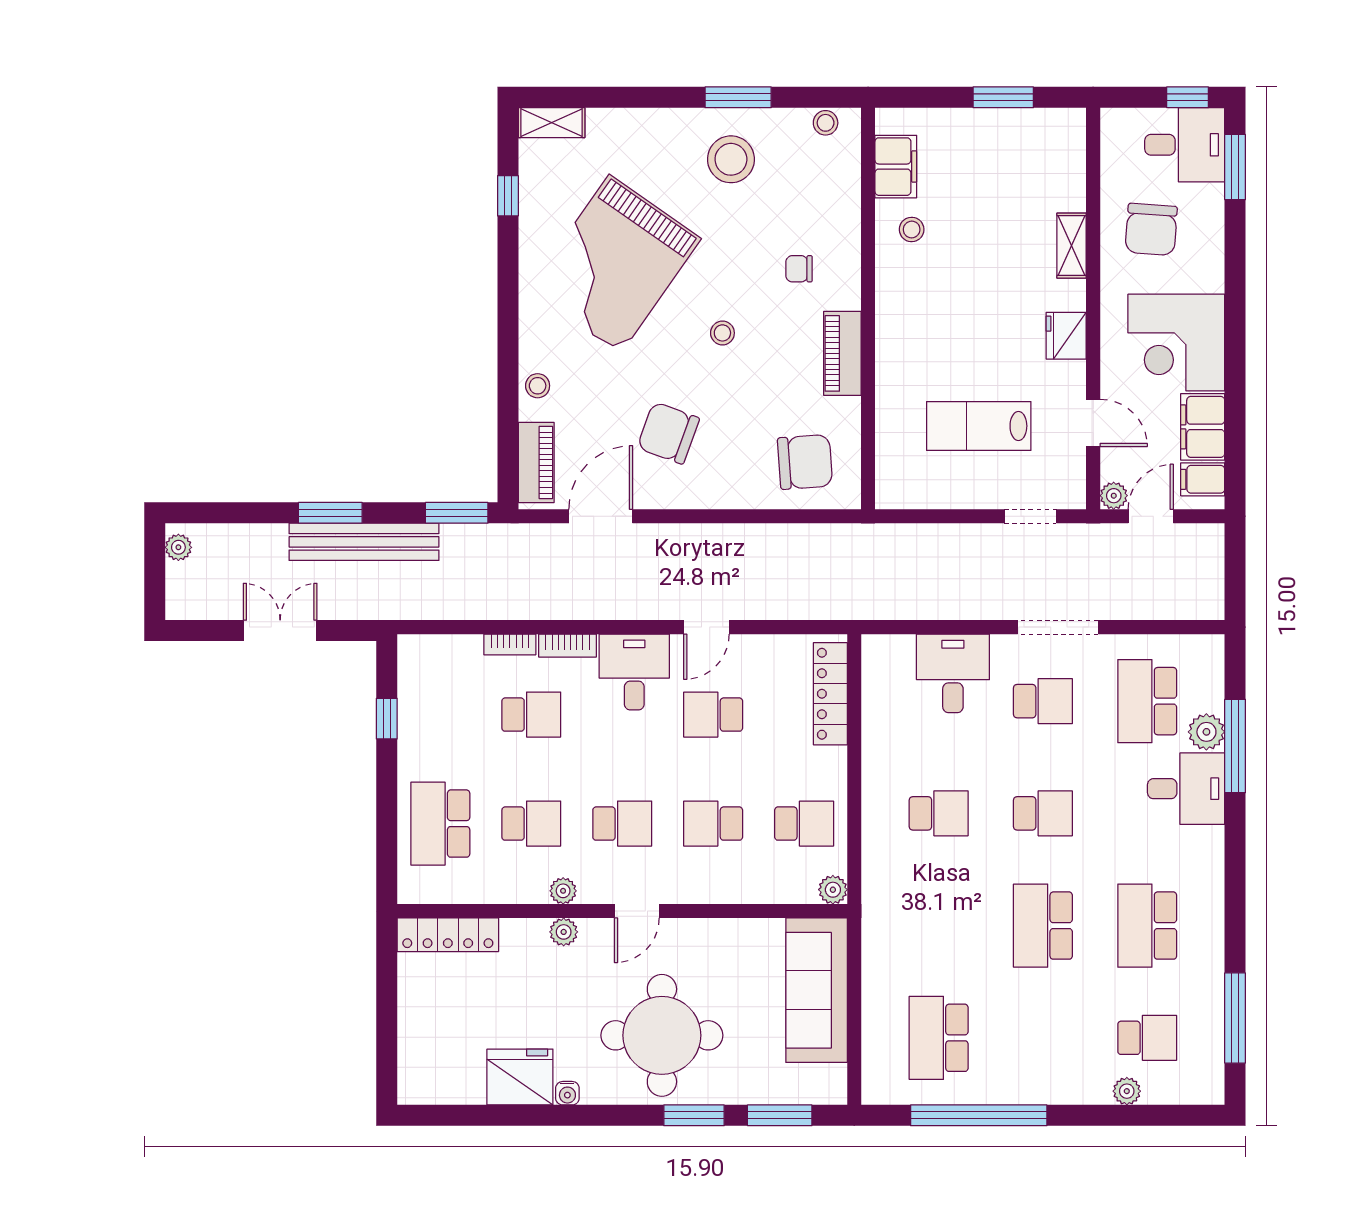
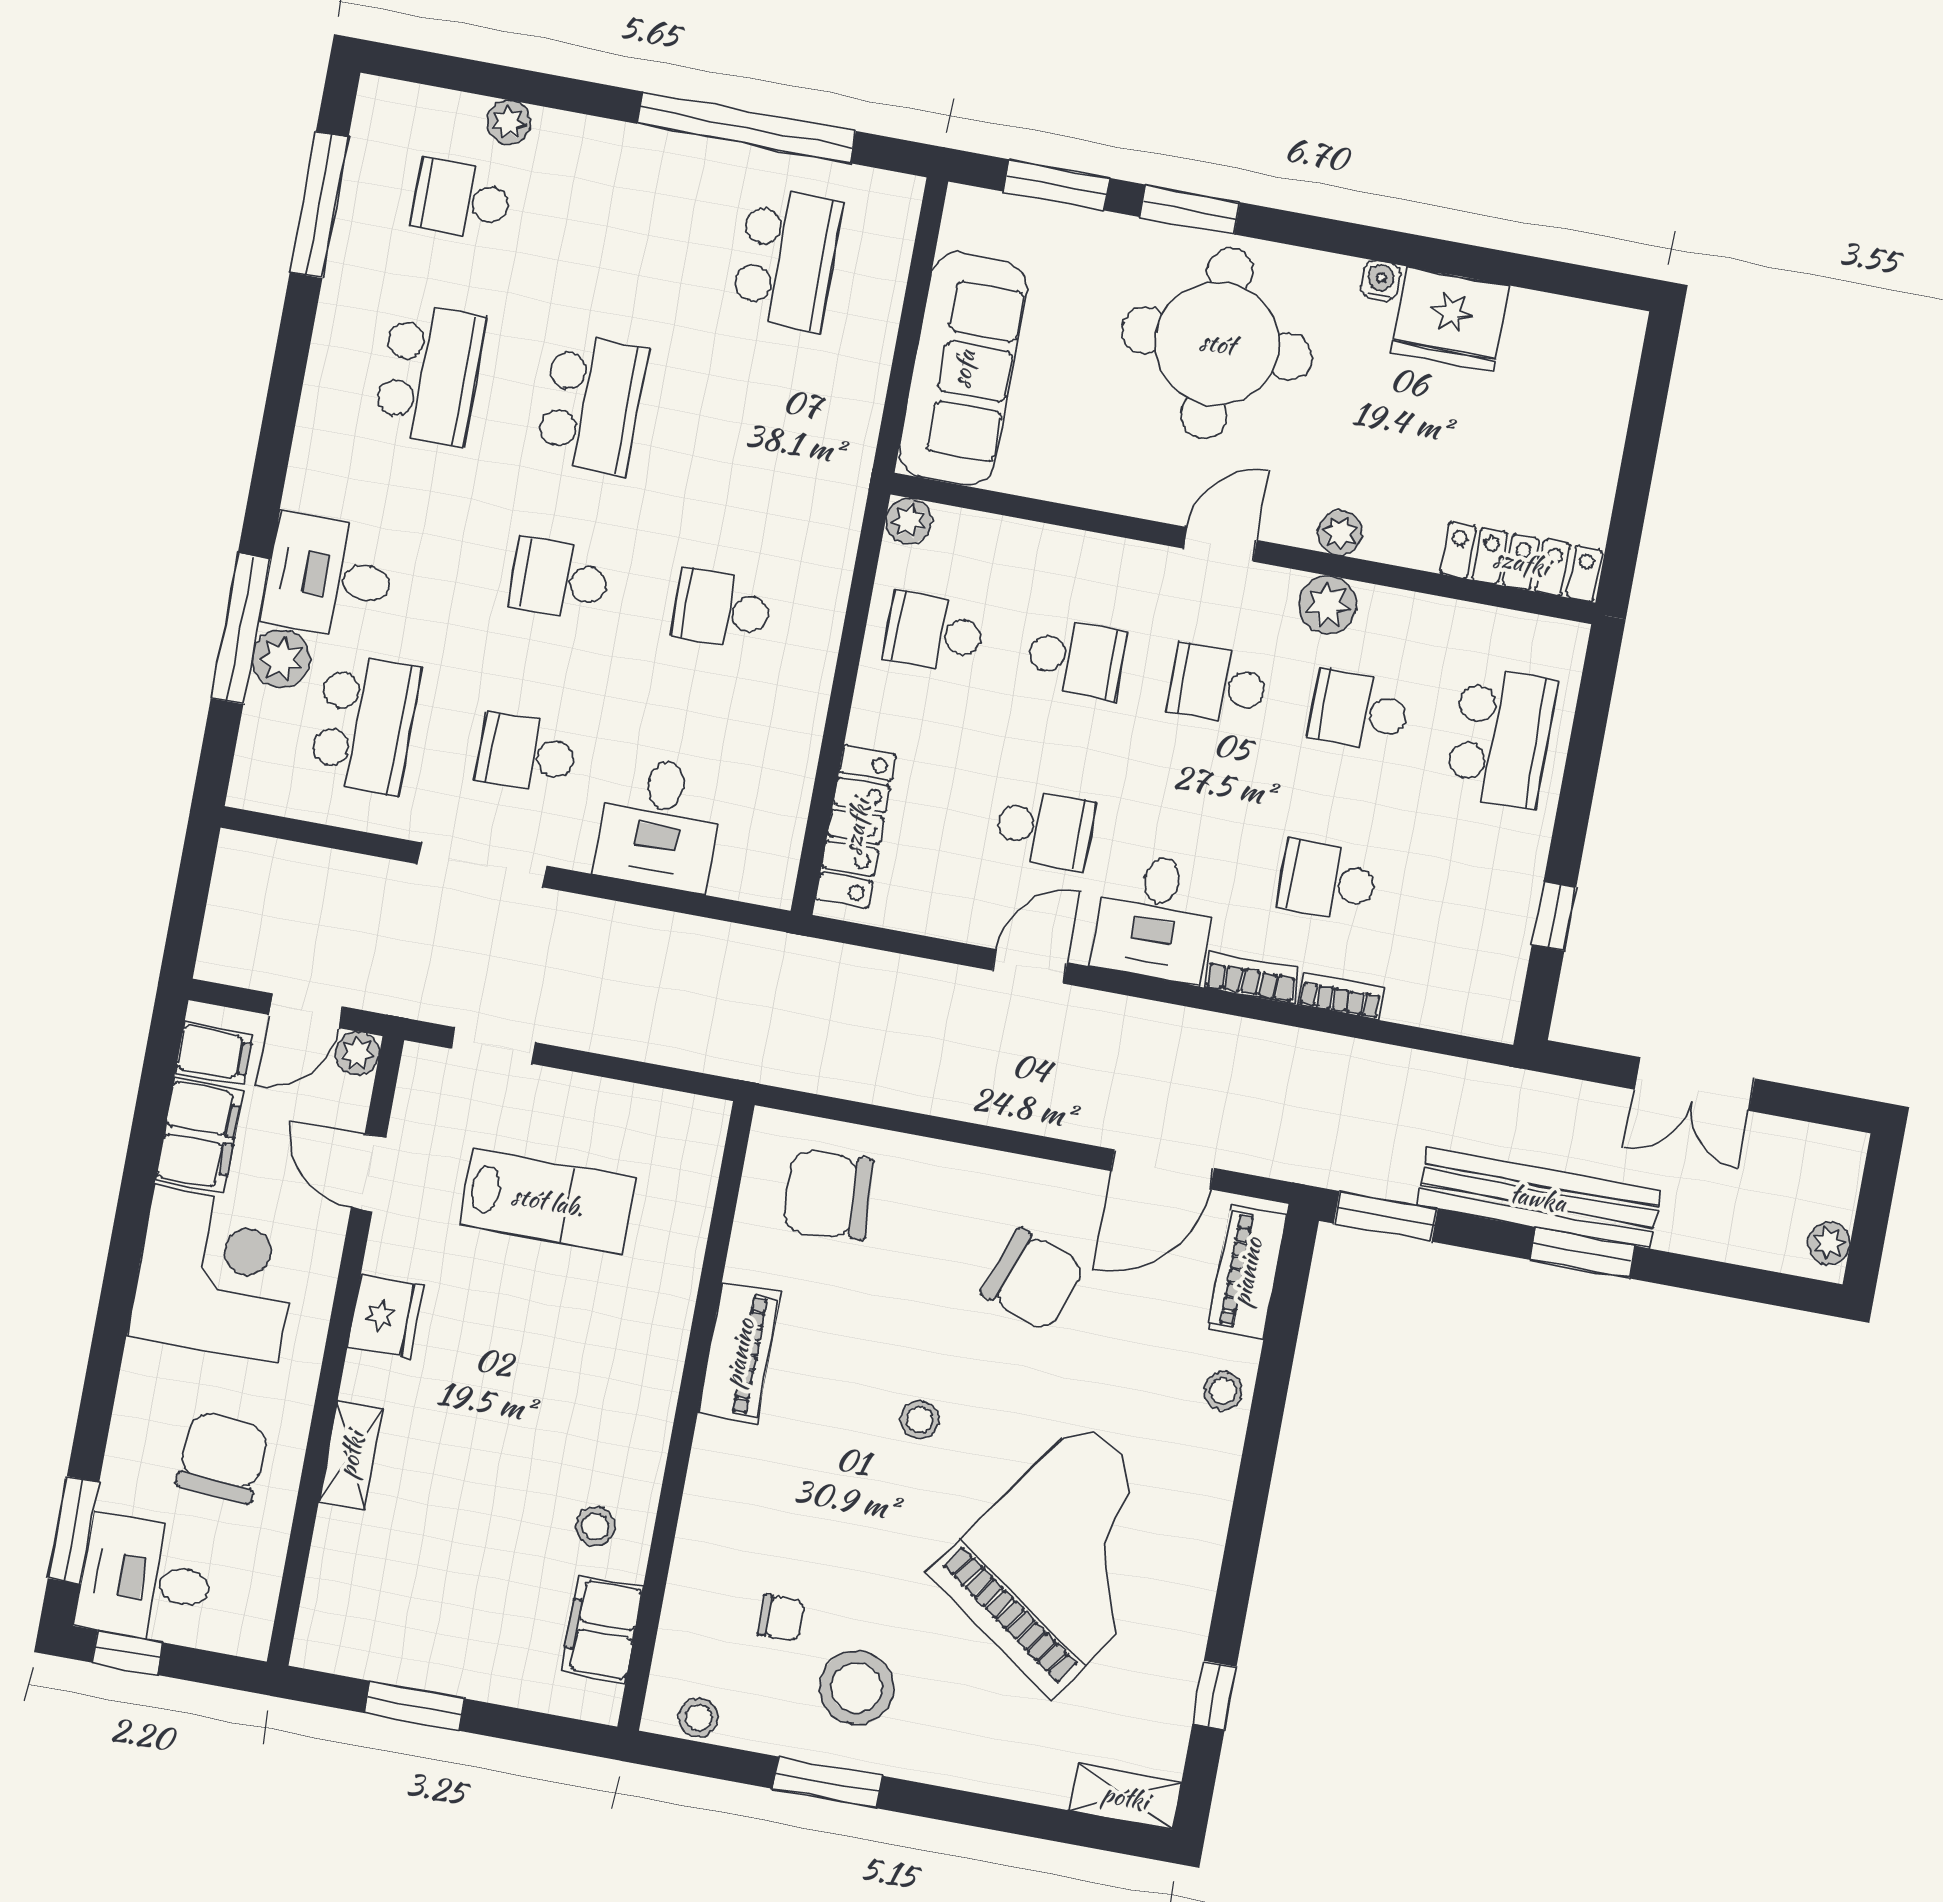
chair: (799, 269) -> (781, 1618), moved
plant: (563, 891) -> (1328, 605), width x1.38, depth x1.38

